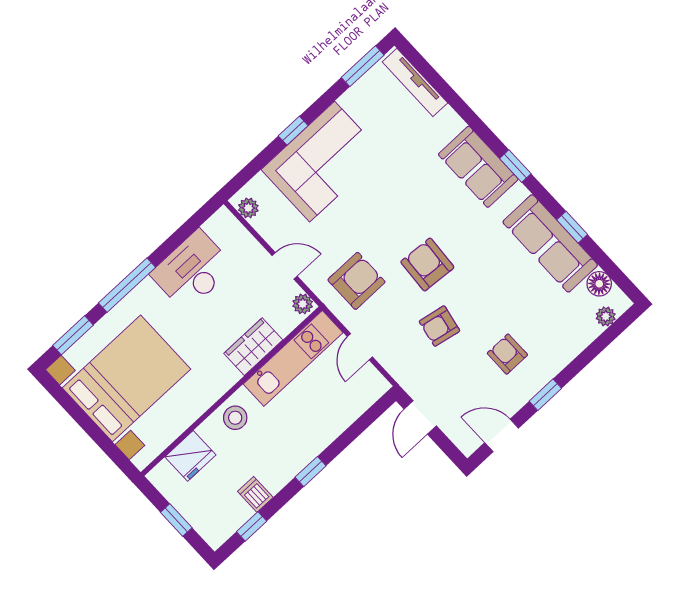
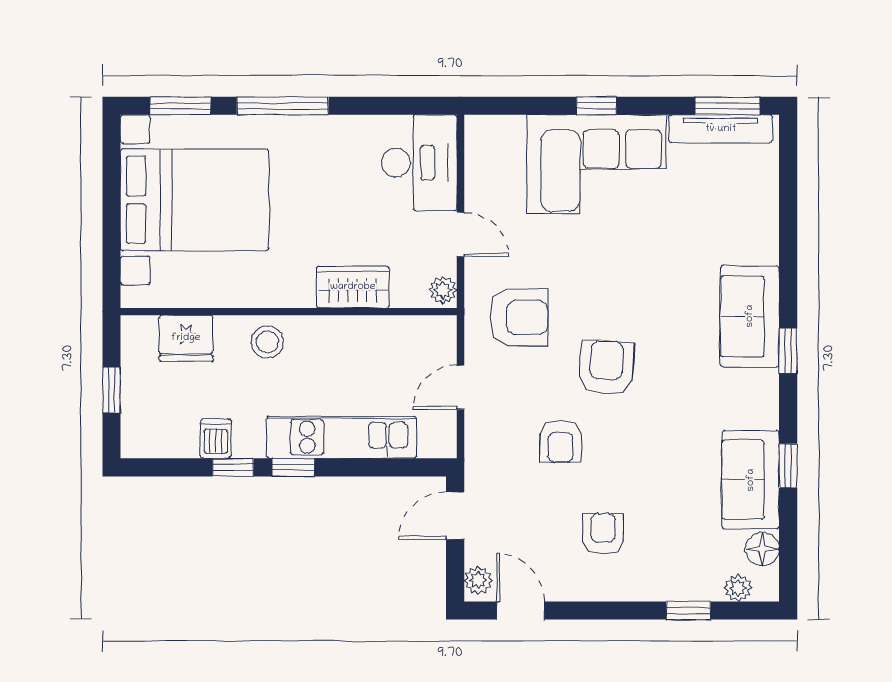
tv unit: (415, 82) -> (721, 129), moved, turned -90
plant: (248, 208) -> (478, 580), moved
sofa: (550, 243) -> (751, 480), width x0.73
desk: (192, 271) -> (419, 163), moved, turned 90
armchair: (439, 326) -> (561, 441), turned -101
kitchen unit: (293, 358) -> (342, 437), moved, turned 180
window: (545, 395) -> (688, 611), moved
window: (252, 526) -> (233, 467), moved

